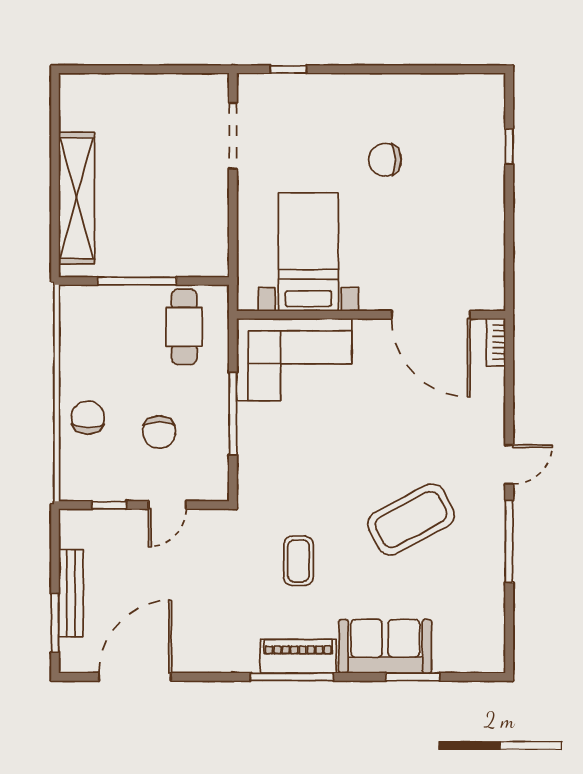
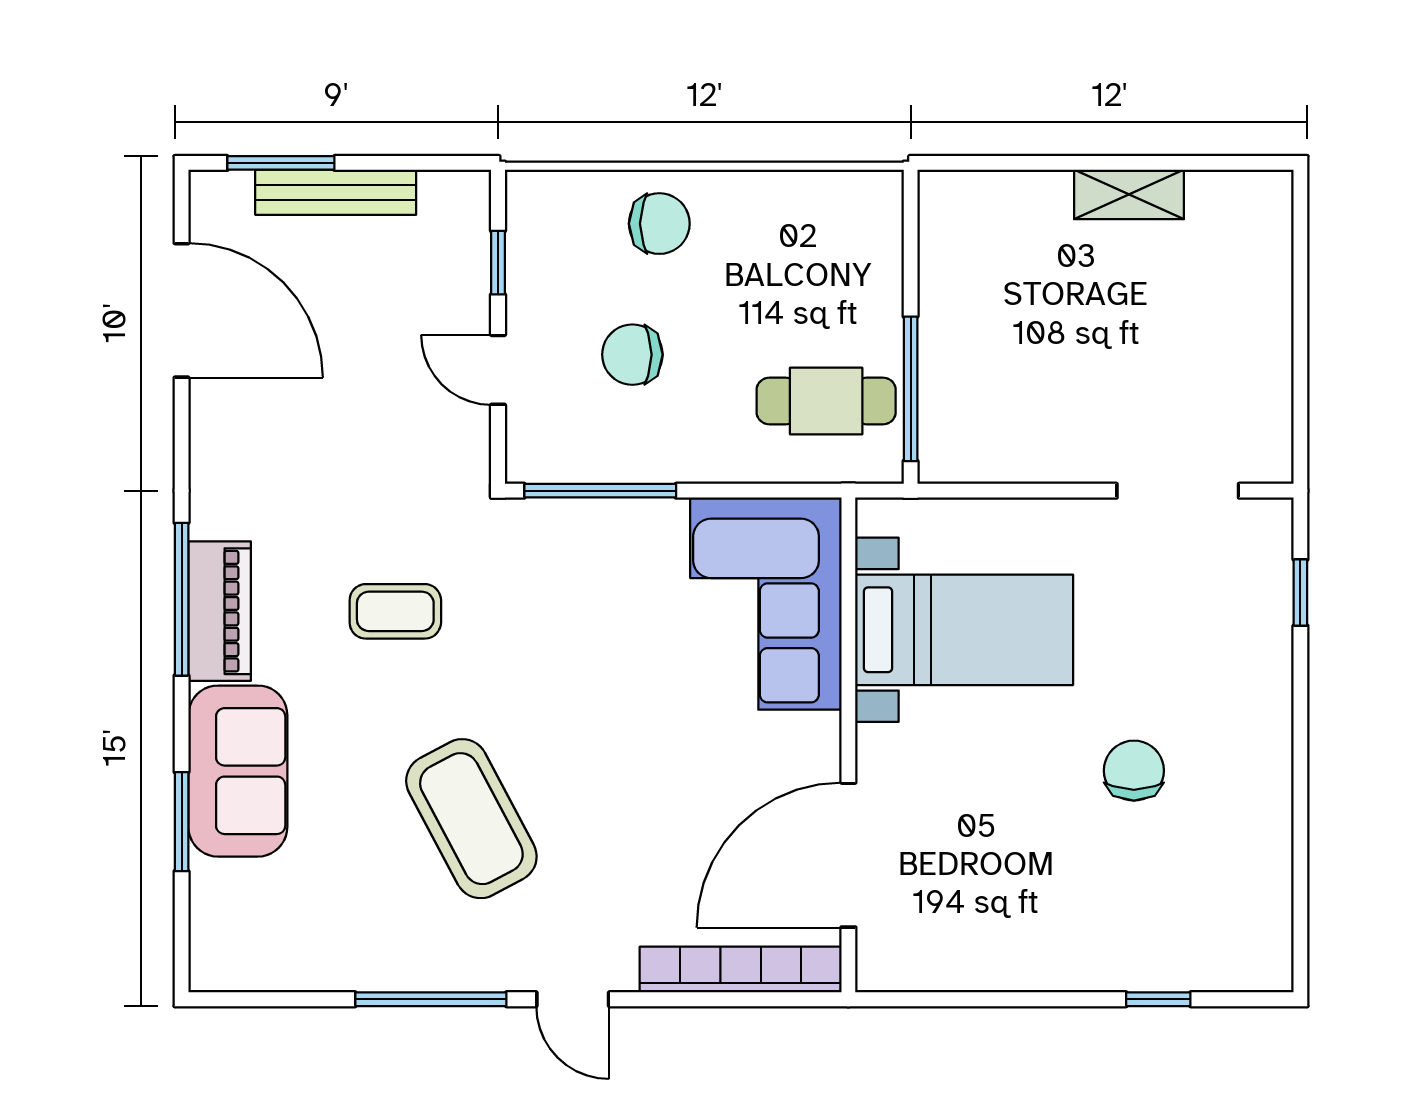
shelving: (77, 198) -> (1129, 194), width x0.45, depth x0.75
window: (137, 281) -> (911, 389), moved
bookcase: (496, 342) -> (741, 970), width x2.31, depth x1.31
window: (233, 414) -> (600, 491), moved

